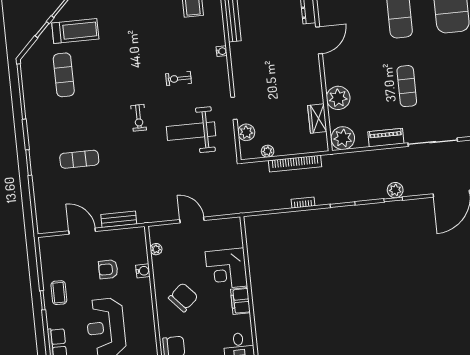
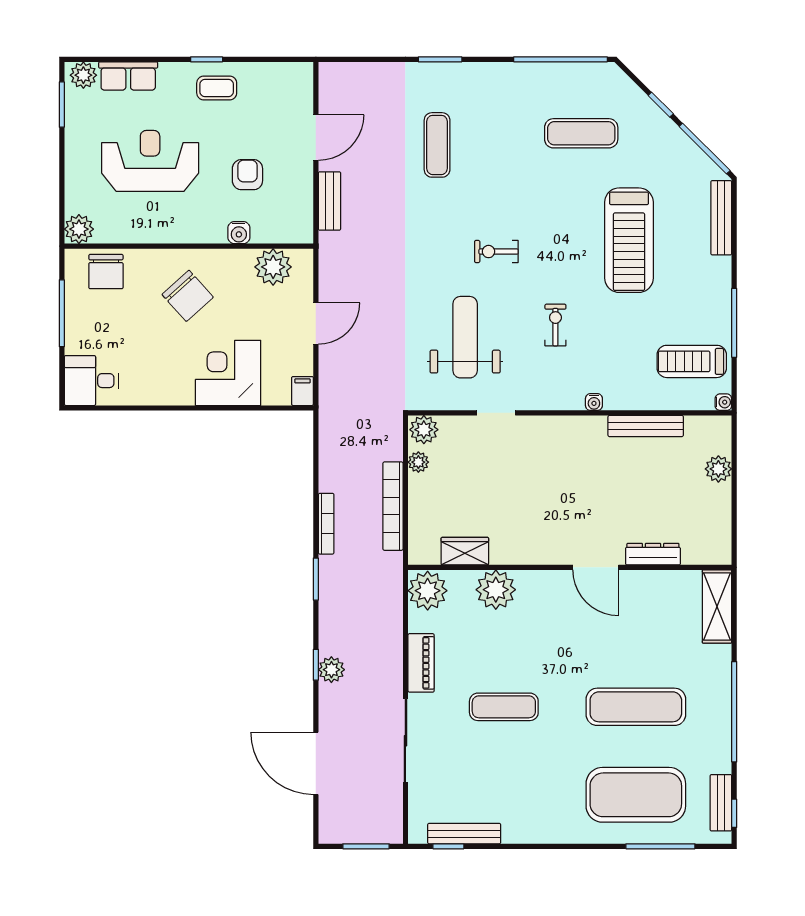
treadmill: (75, 31) -> (629, 240), moved, width x1.37, depth x1.38
plant: (246, 132) -> (424, 430), moved
bookcase: (303, 203) -> (326, 524), width x1.56
plant: (156, 249) -> (273, 267), width x1.87, depth x1.87
filing cabinet: (240, 301) -> (302, 391), moved, width x0.50

